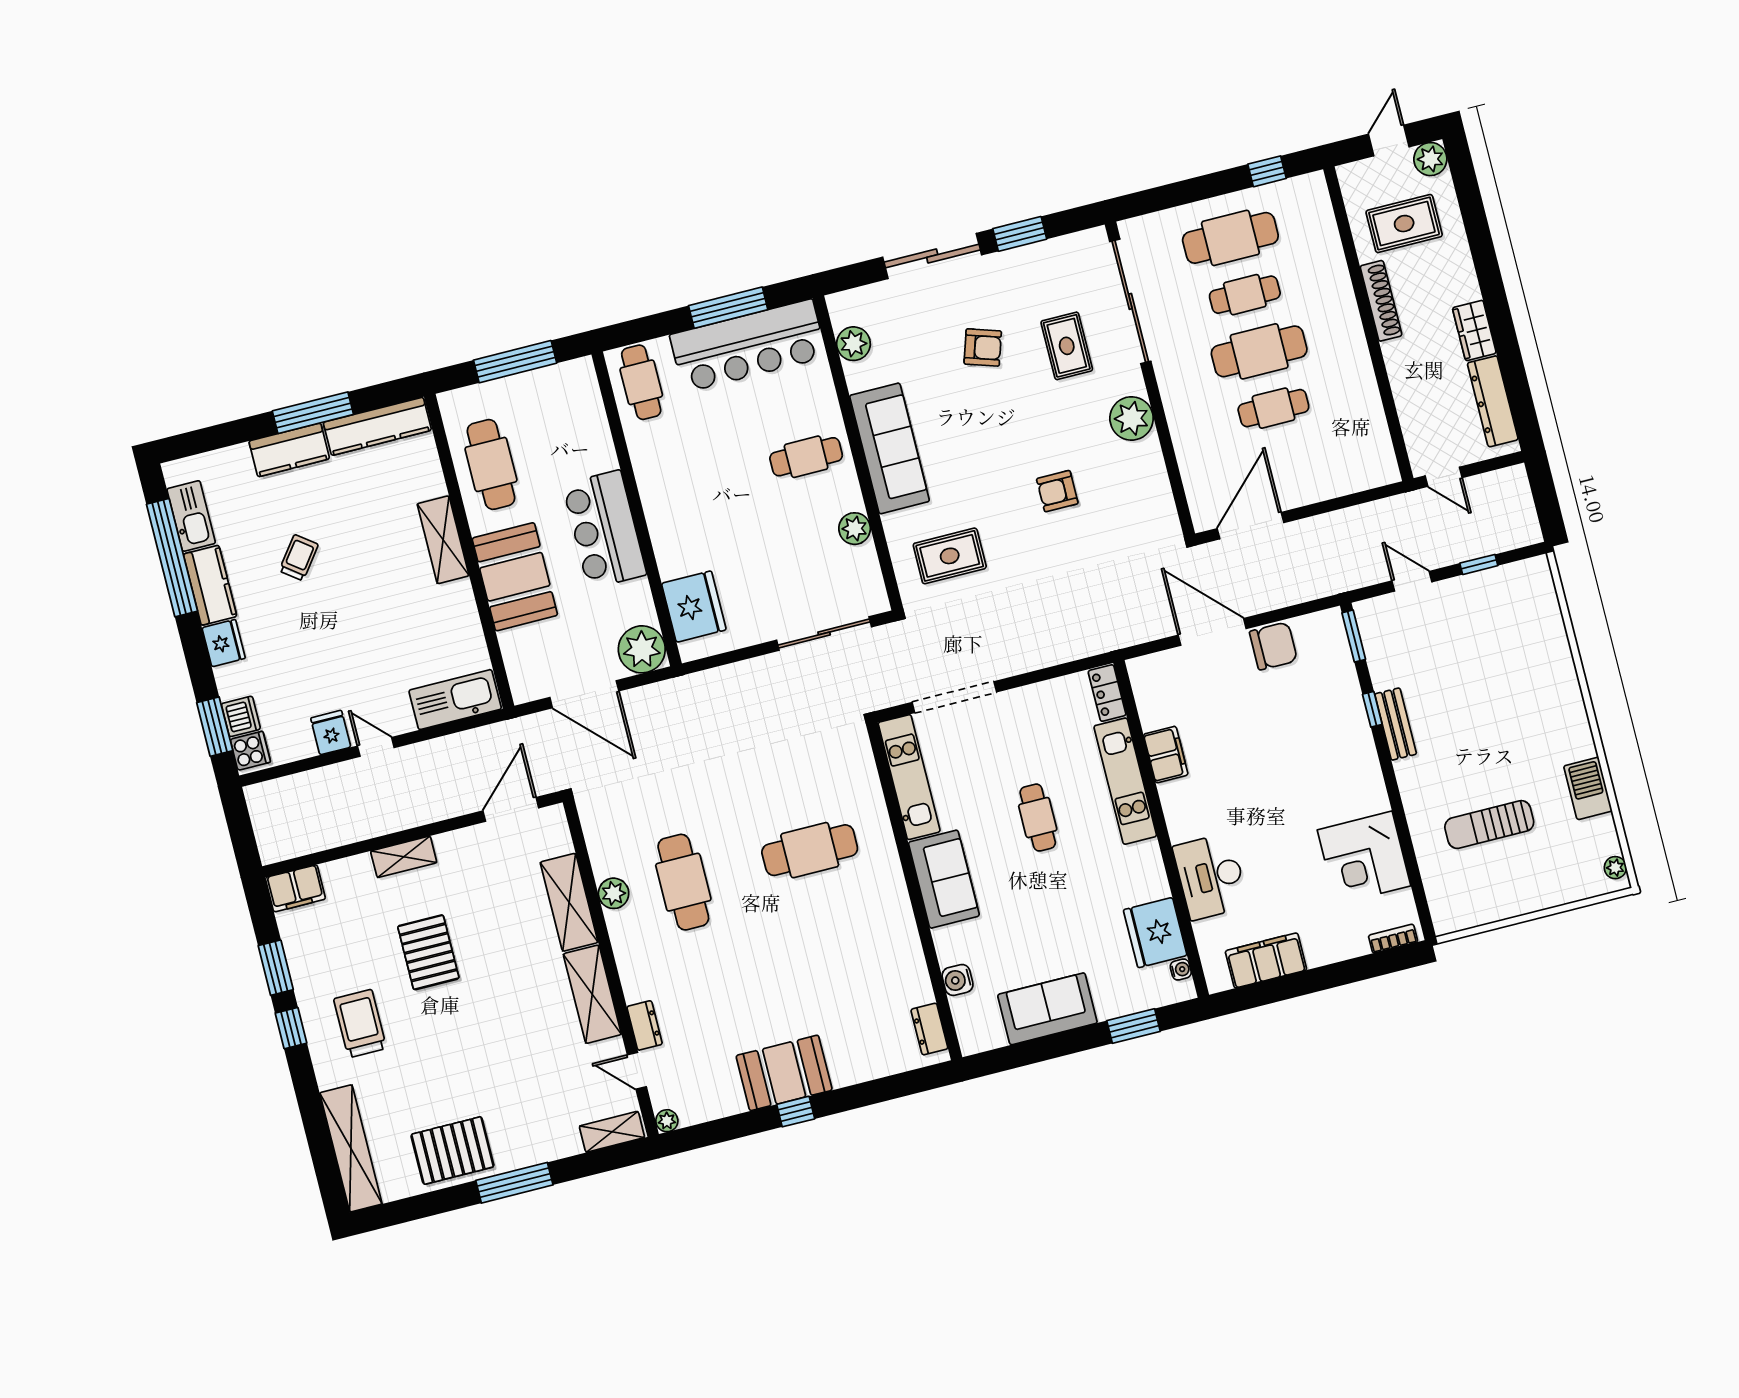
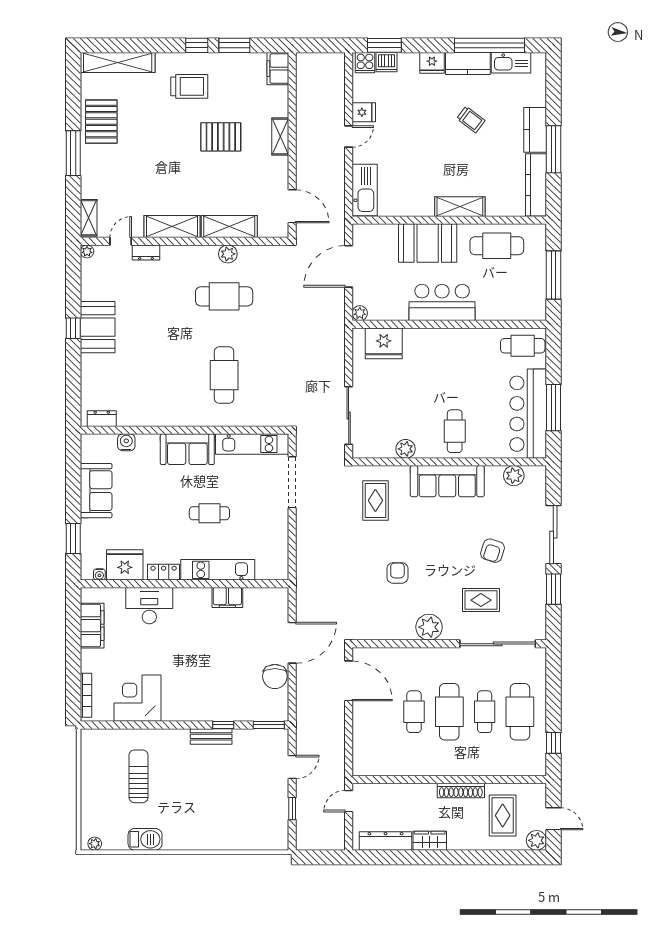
plant: (642, 649) -> (360, 313), width x0.53, depth x0.53
locker: (1107, 693) -> (164, 572), moved
bookcase: (1393, 939) -> (86, 695), width x1.56

